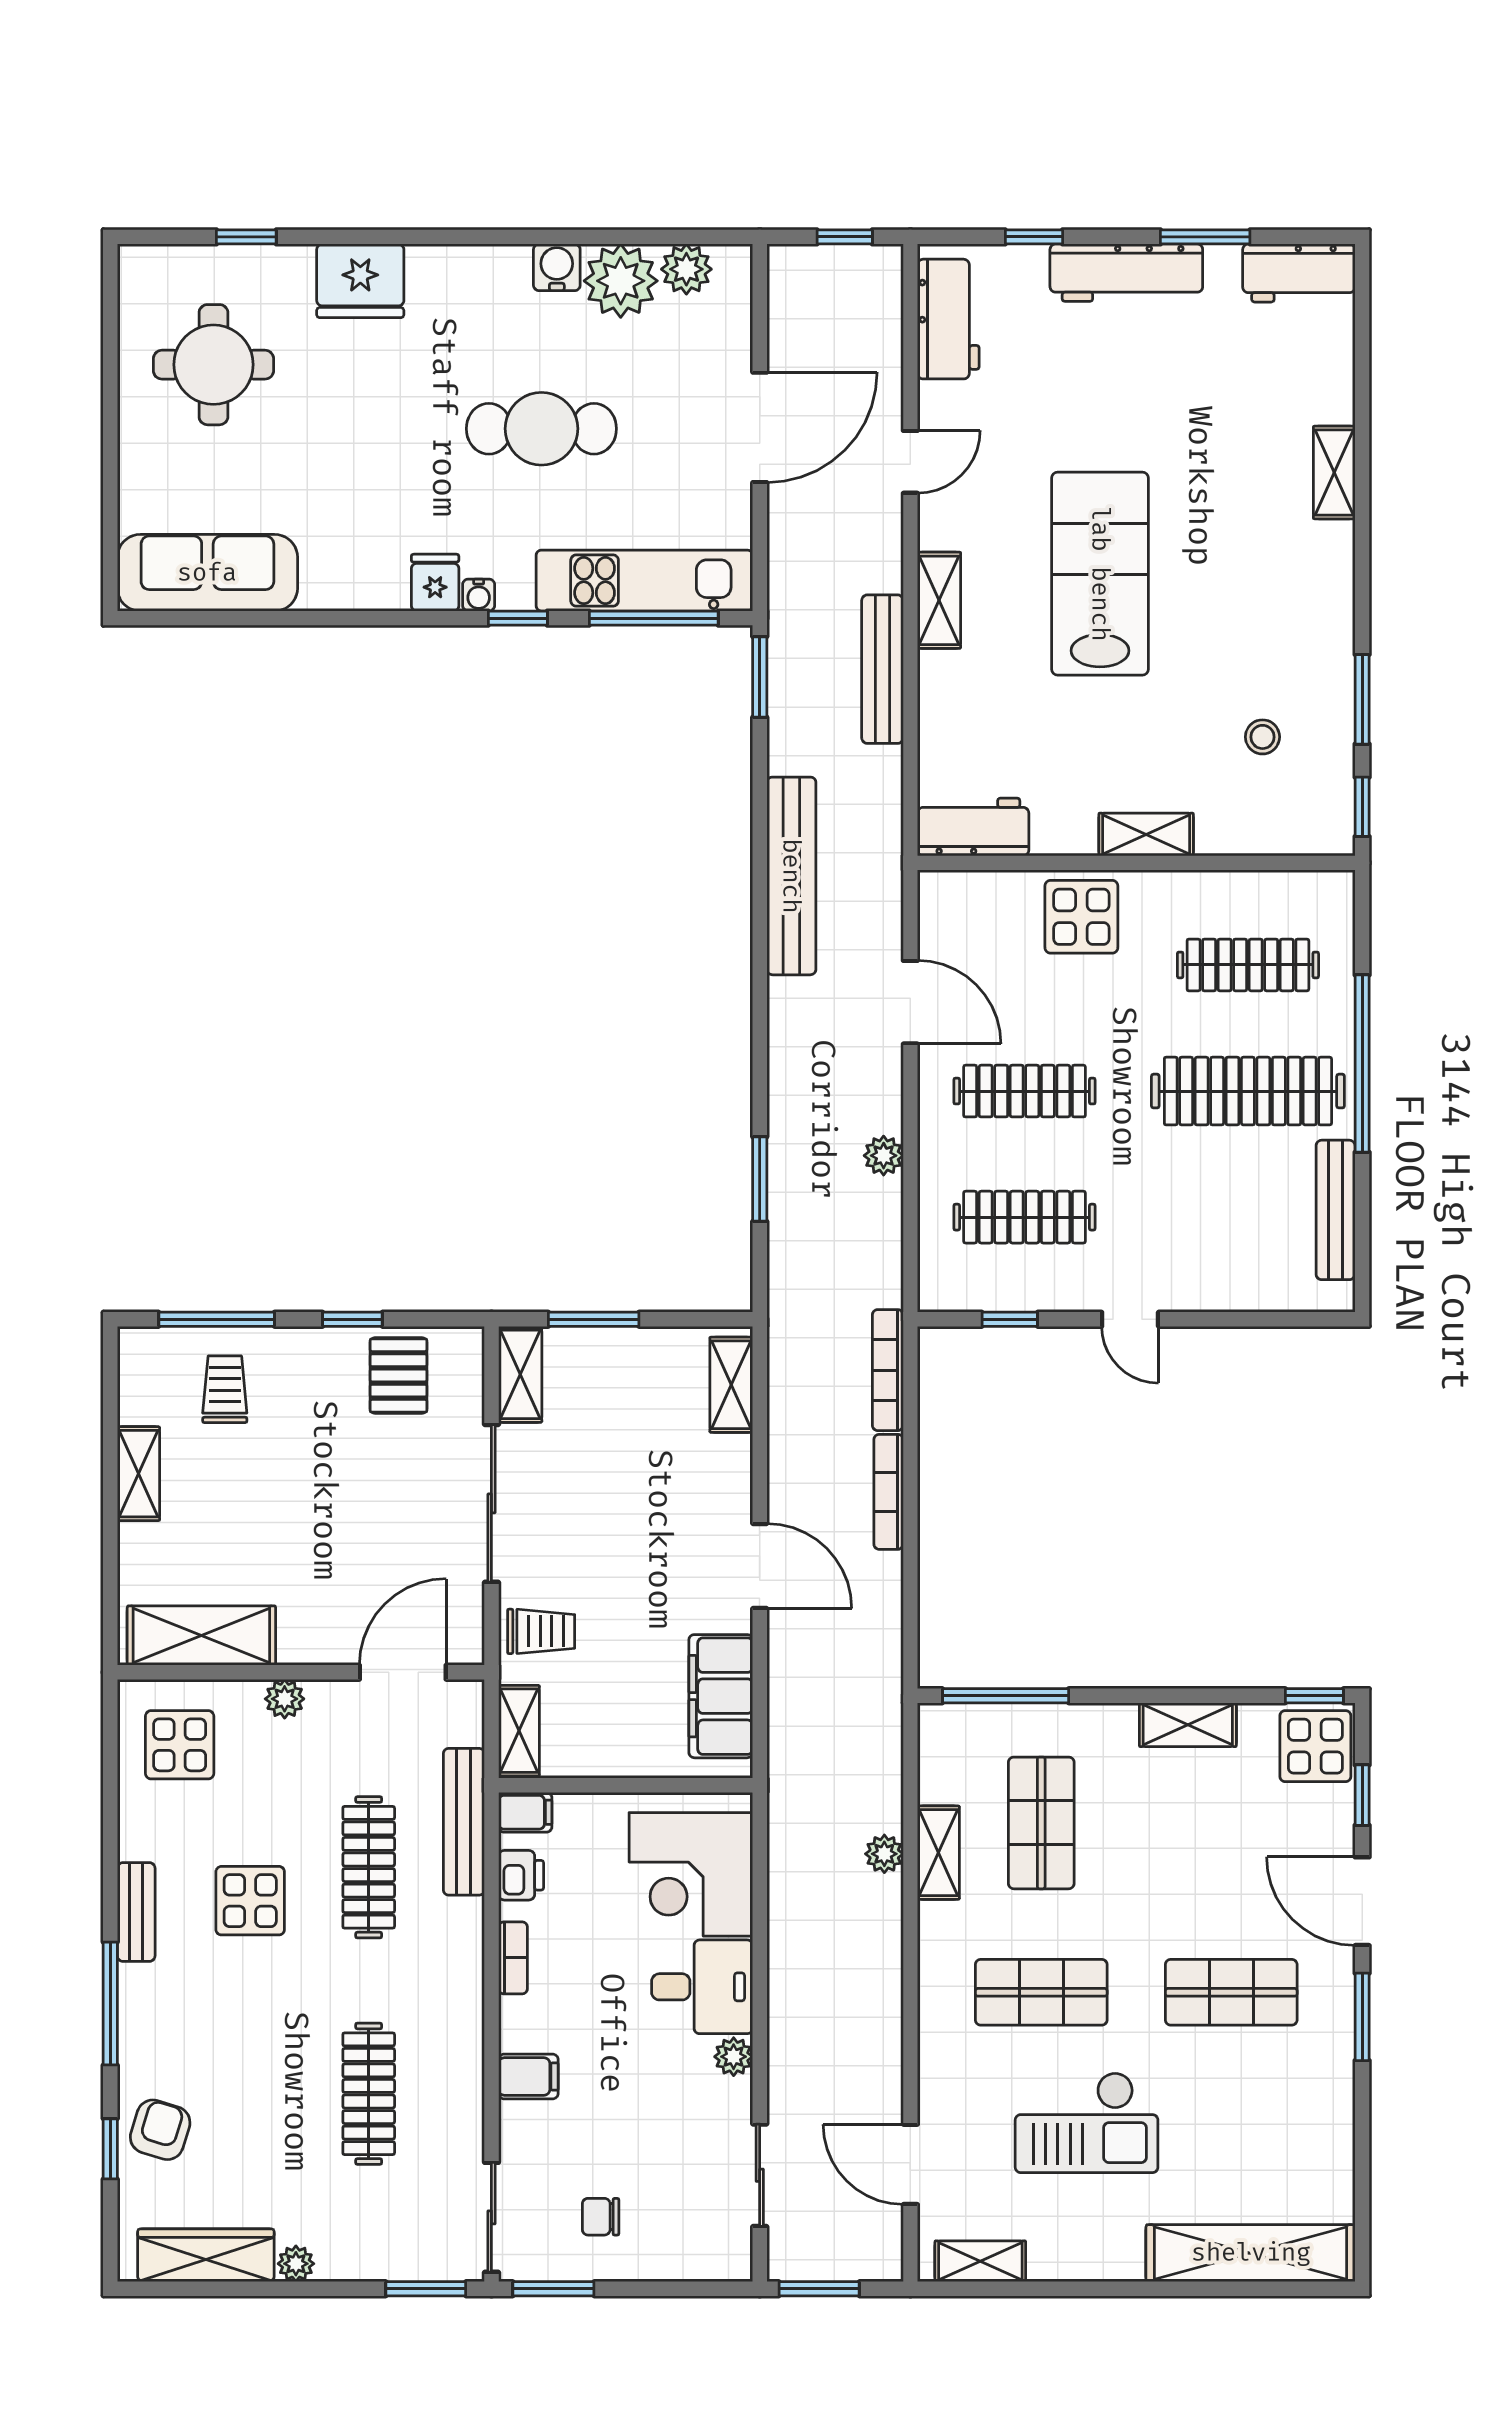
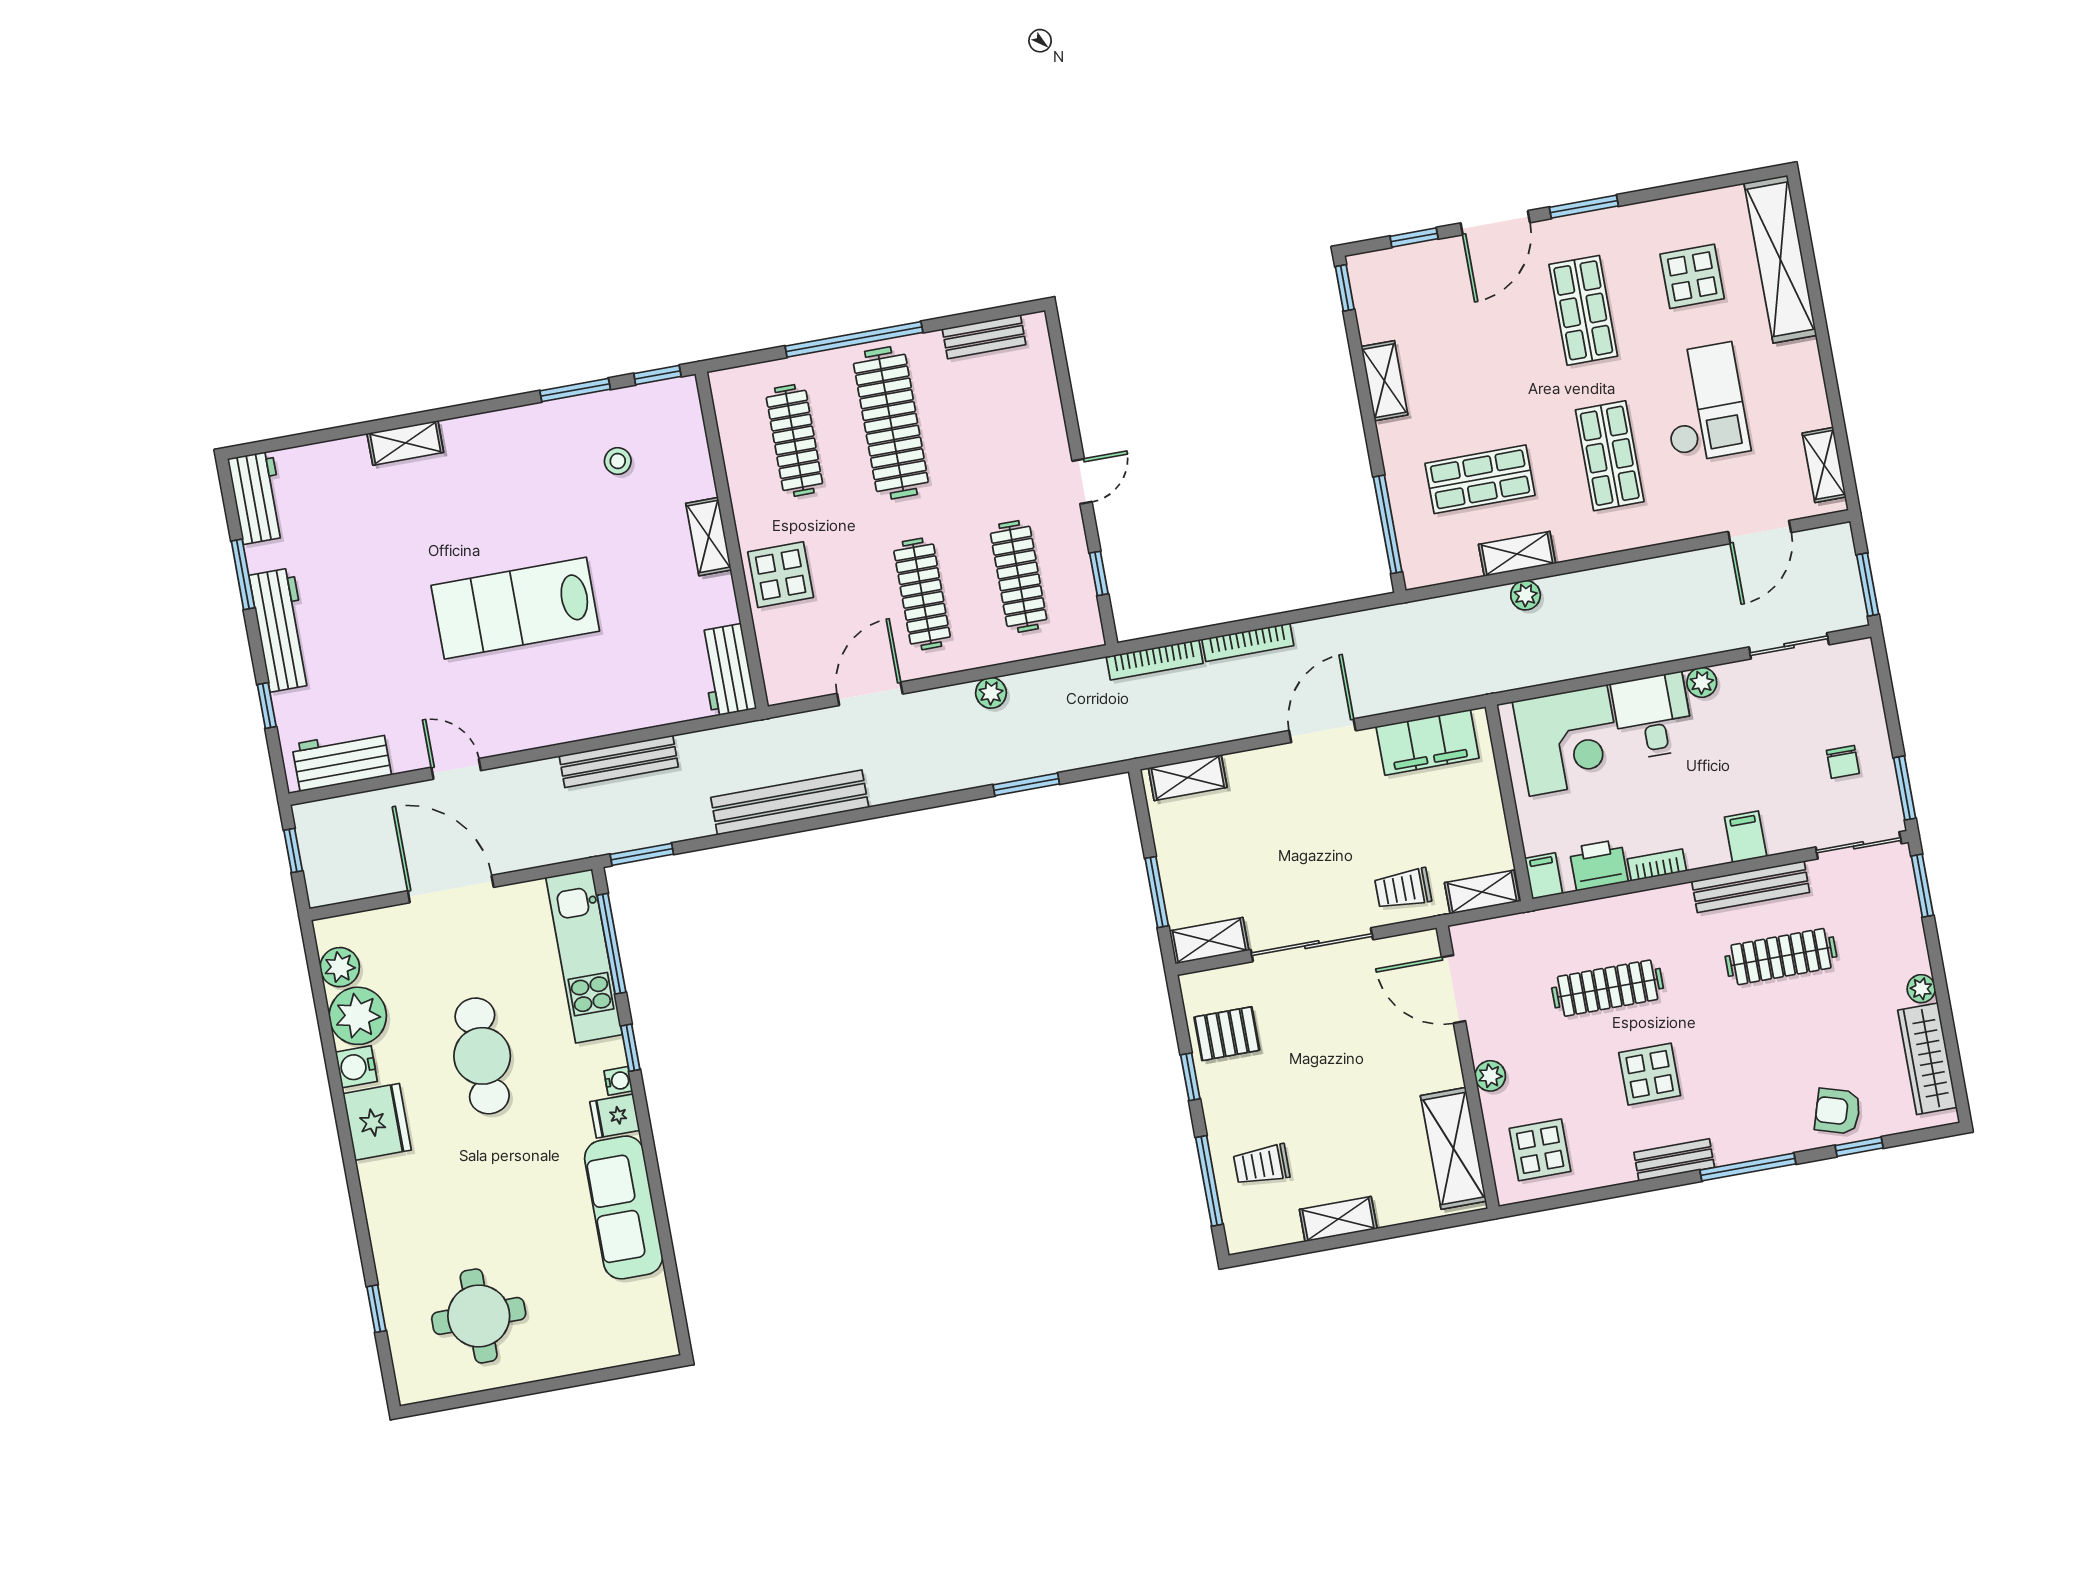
fridge: (360, 281) -> (377, 1122), moved
sofa: (207, 573) -> (624, 1207), moved
shelving: (939, 600) -> (558, 728), removed
bench: (1336, 1210) -> (984, 337), width x0.73
trolley: (541, 1631) -> (1403, 889), turned -90
display table: (1315, 1746) -> (1692, 276), moved
bench: (464, 1822) -> (1751, 887), moved
printer: (521, 1875) -> (1599, 865), width x1.36, depth x1.24

